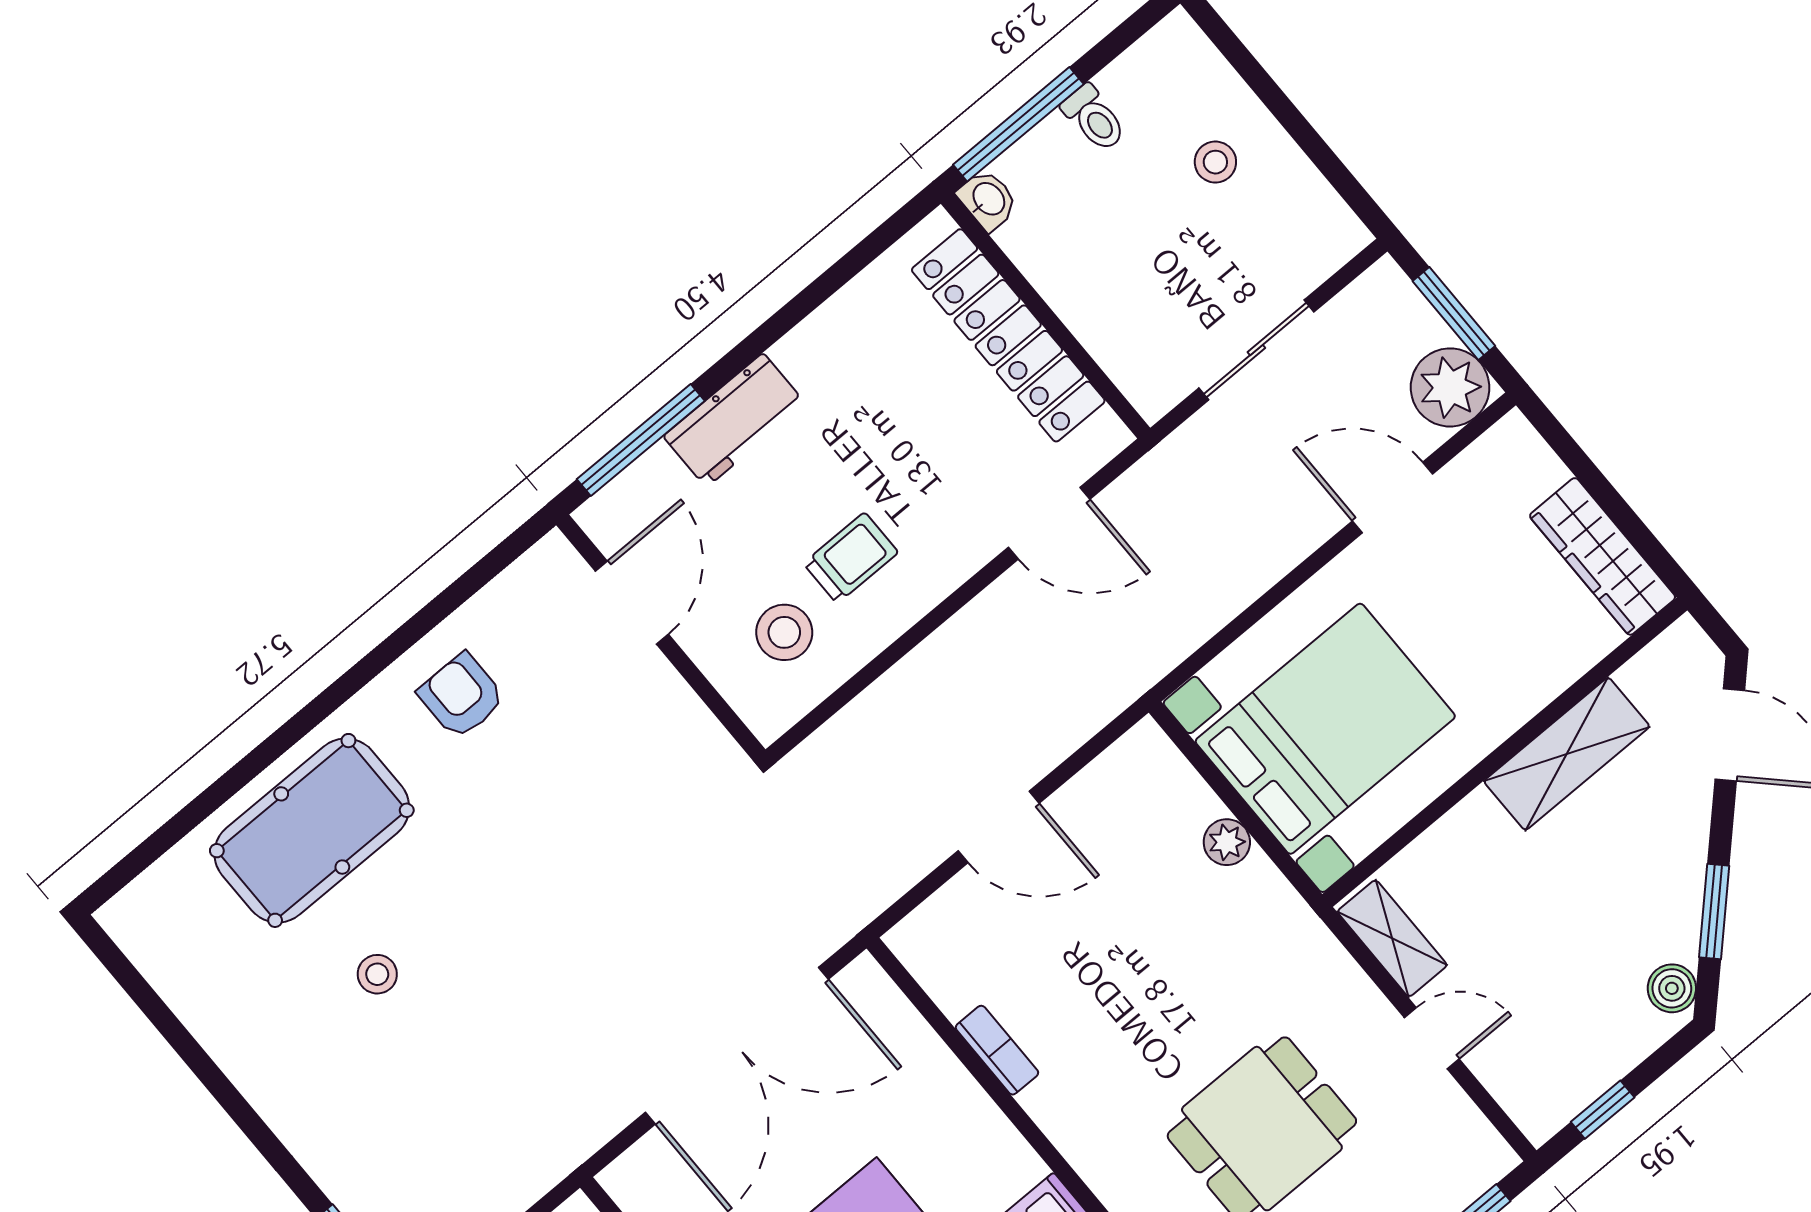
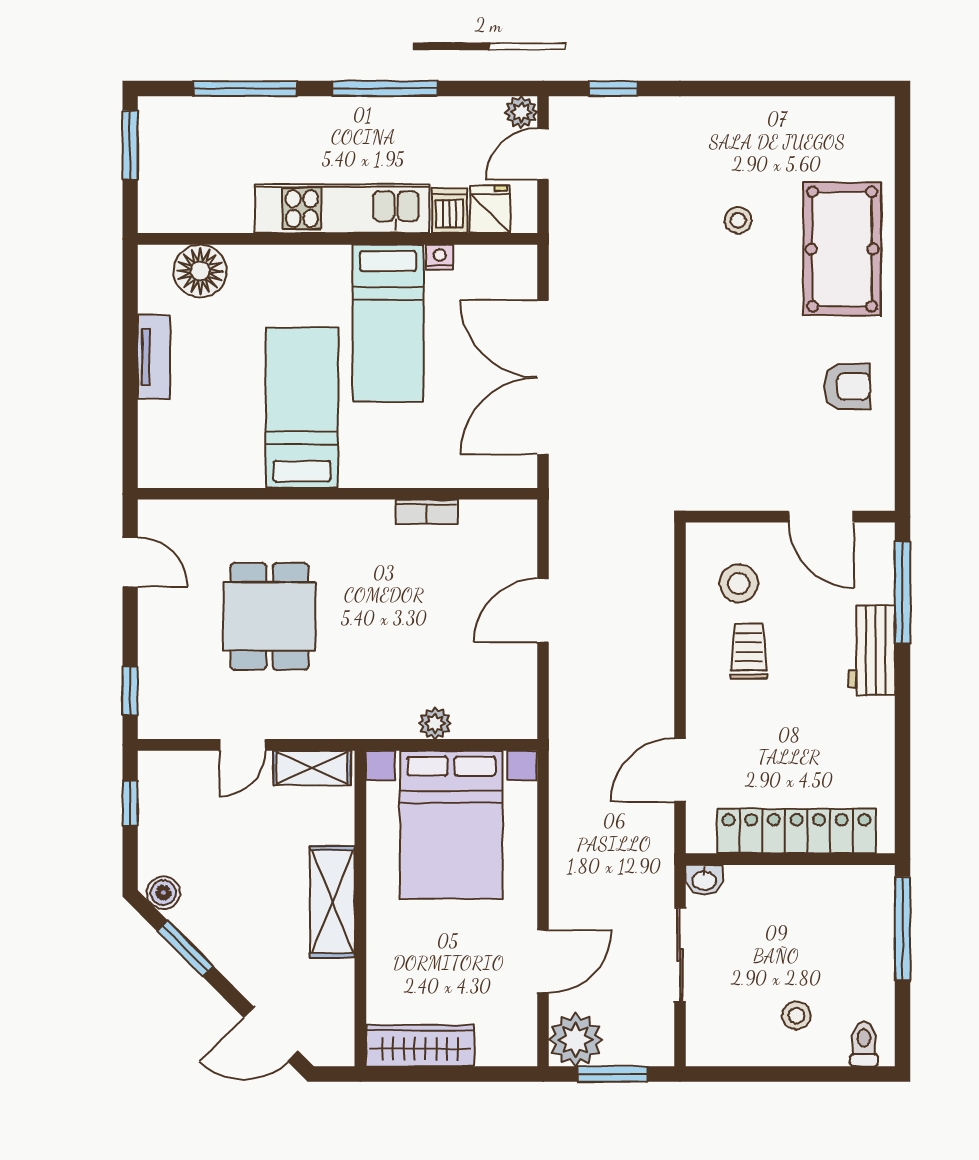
toilet: (1094, 118) -> (864, 1044), moved, turned 90
washbasin: (988, 200) -> (704, 880), moved
trolley: (851, 558) -> (749, 651), turned 180
shelving: (1567, 754) -> (332, 902), moved

